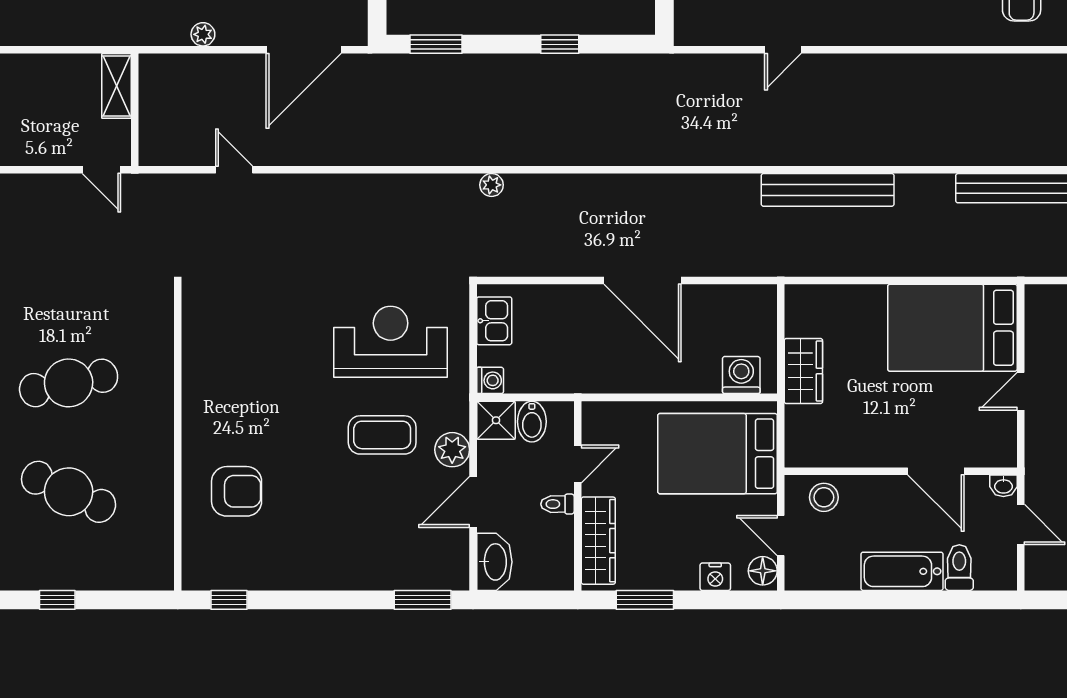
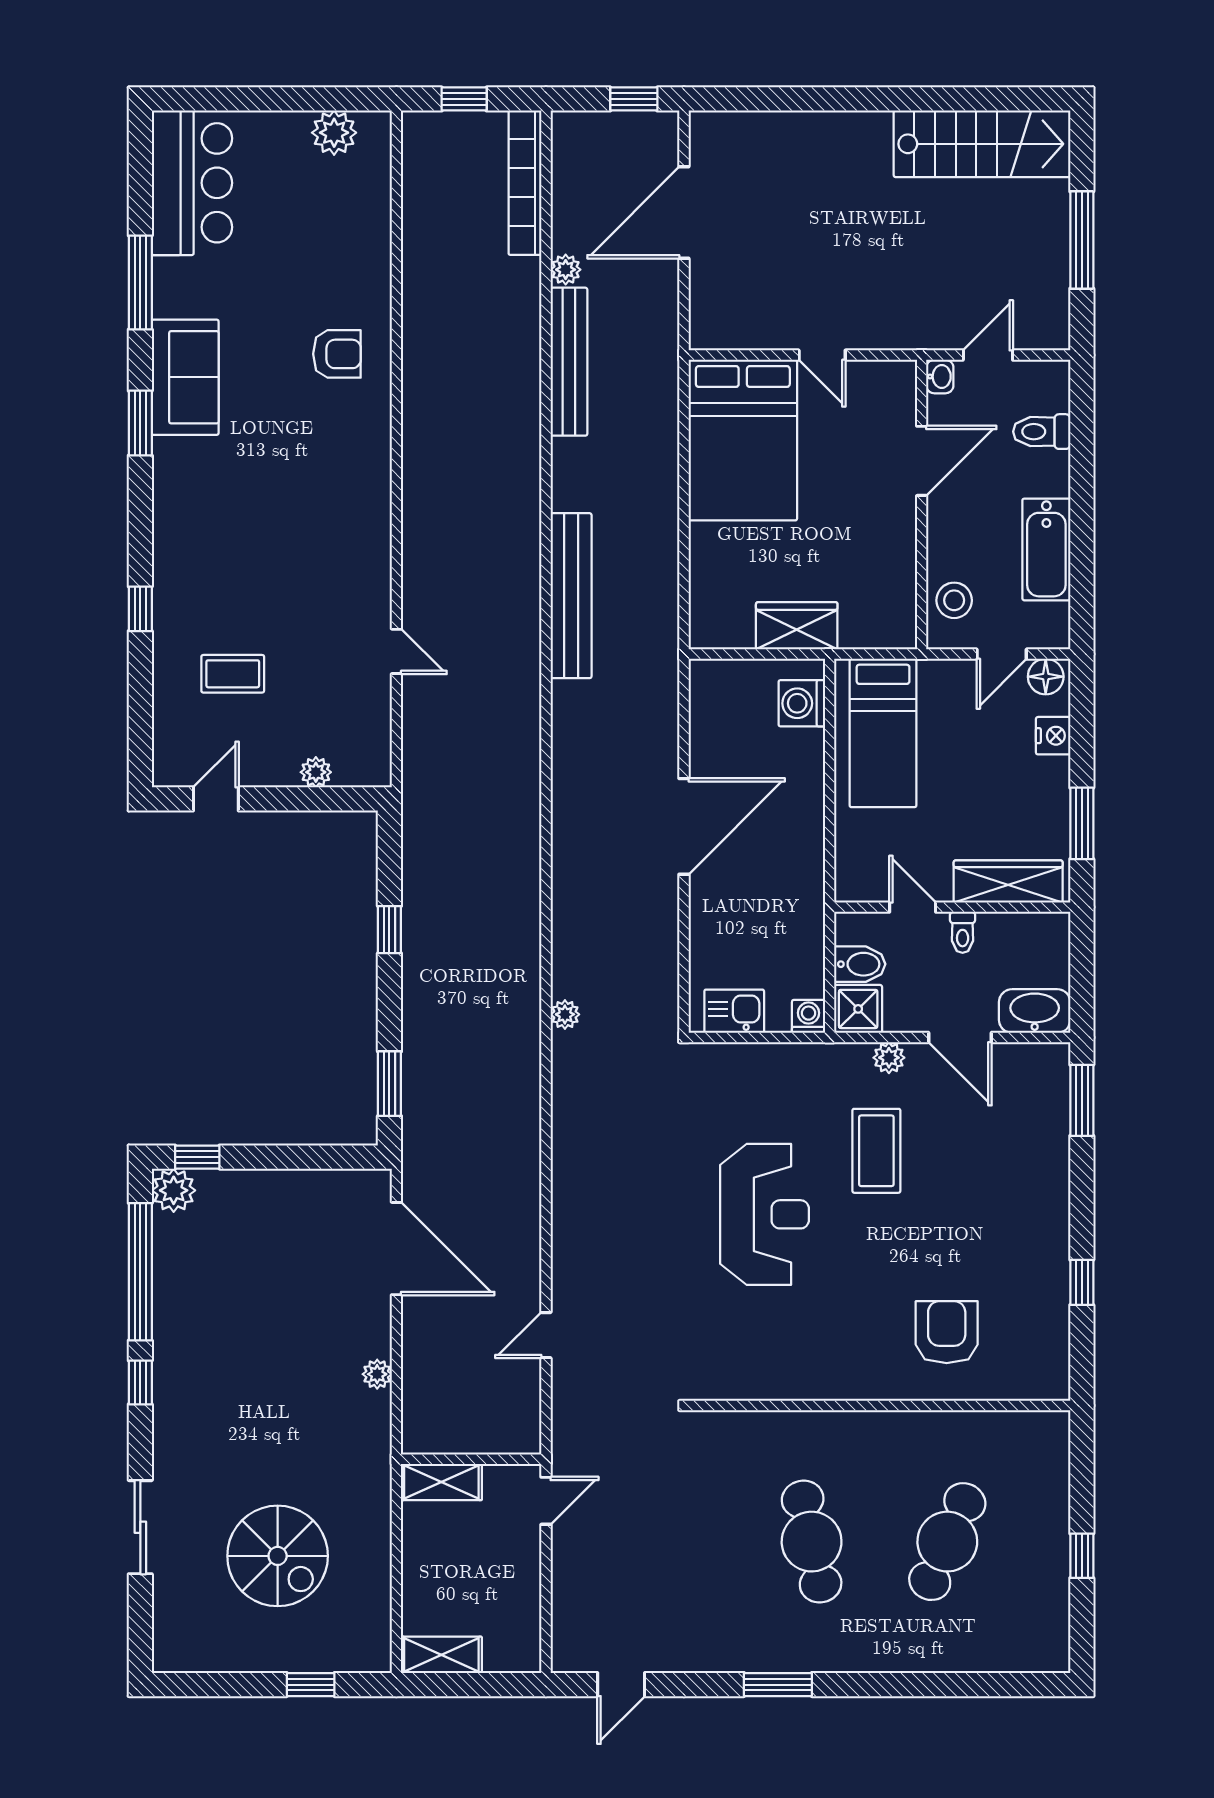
reception desk: (391, 342) -> (764, 1214), moved, turned 180
plant: (452, 450) -> (889, 1058), width x0.73, depth x0.73
bed: (717, 454) -> (883, 733), width x0.67
bathtub: (902, 571) -> (1046, 549), moved
window: (229, 600) -> (1082, 1282), moved

